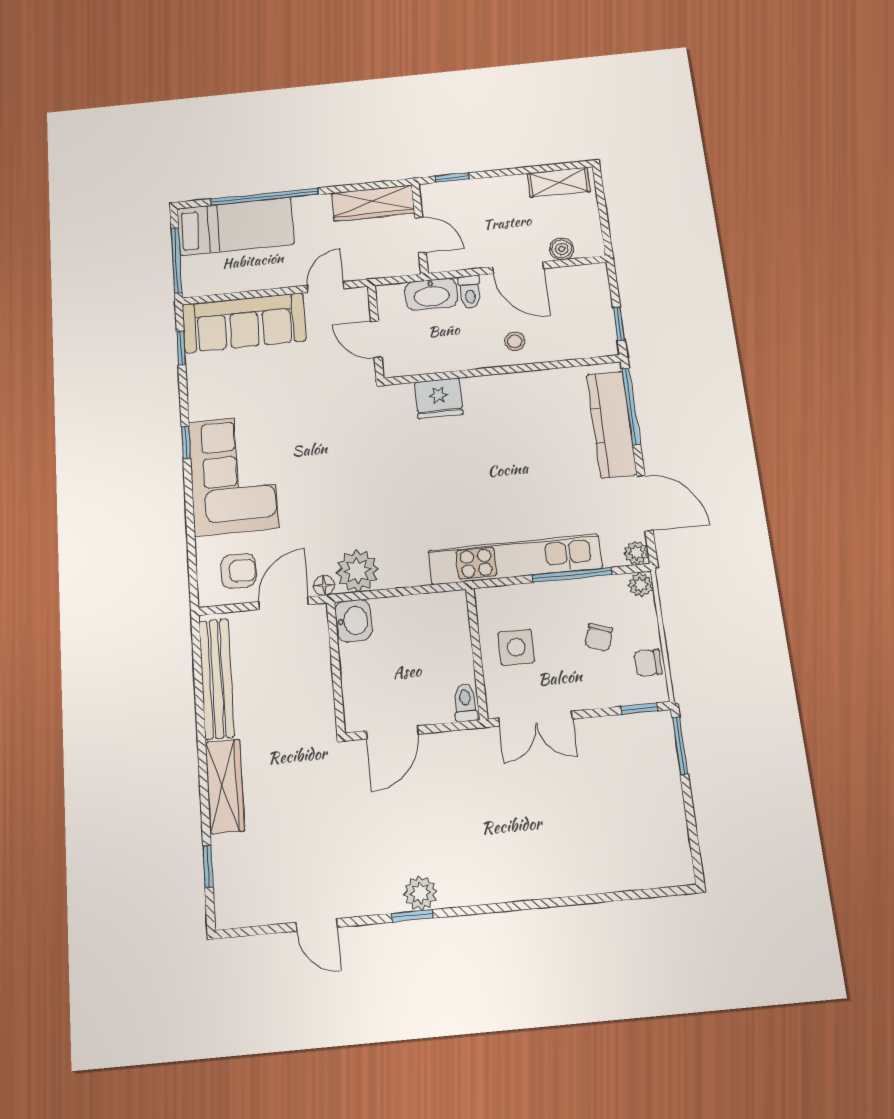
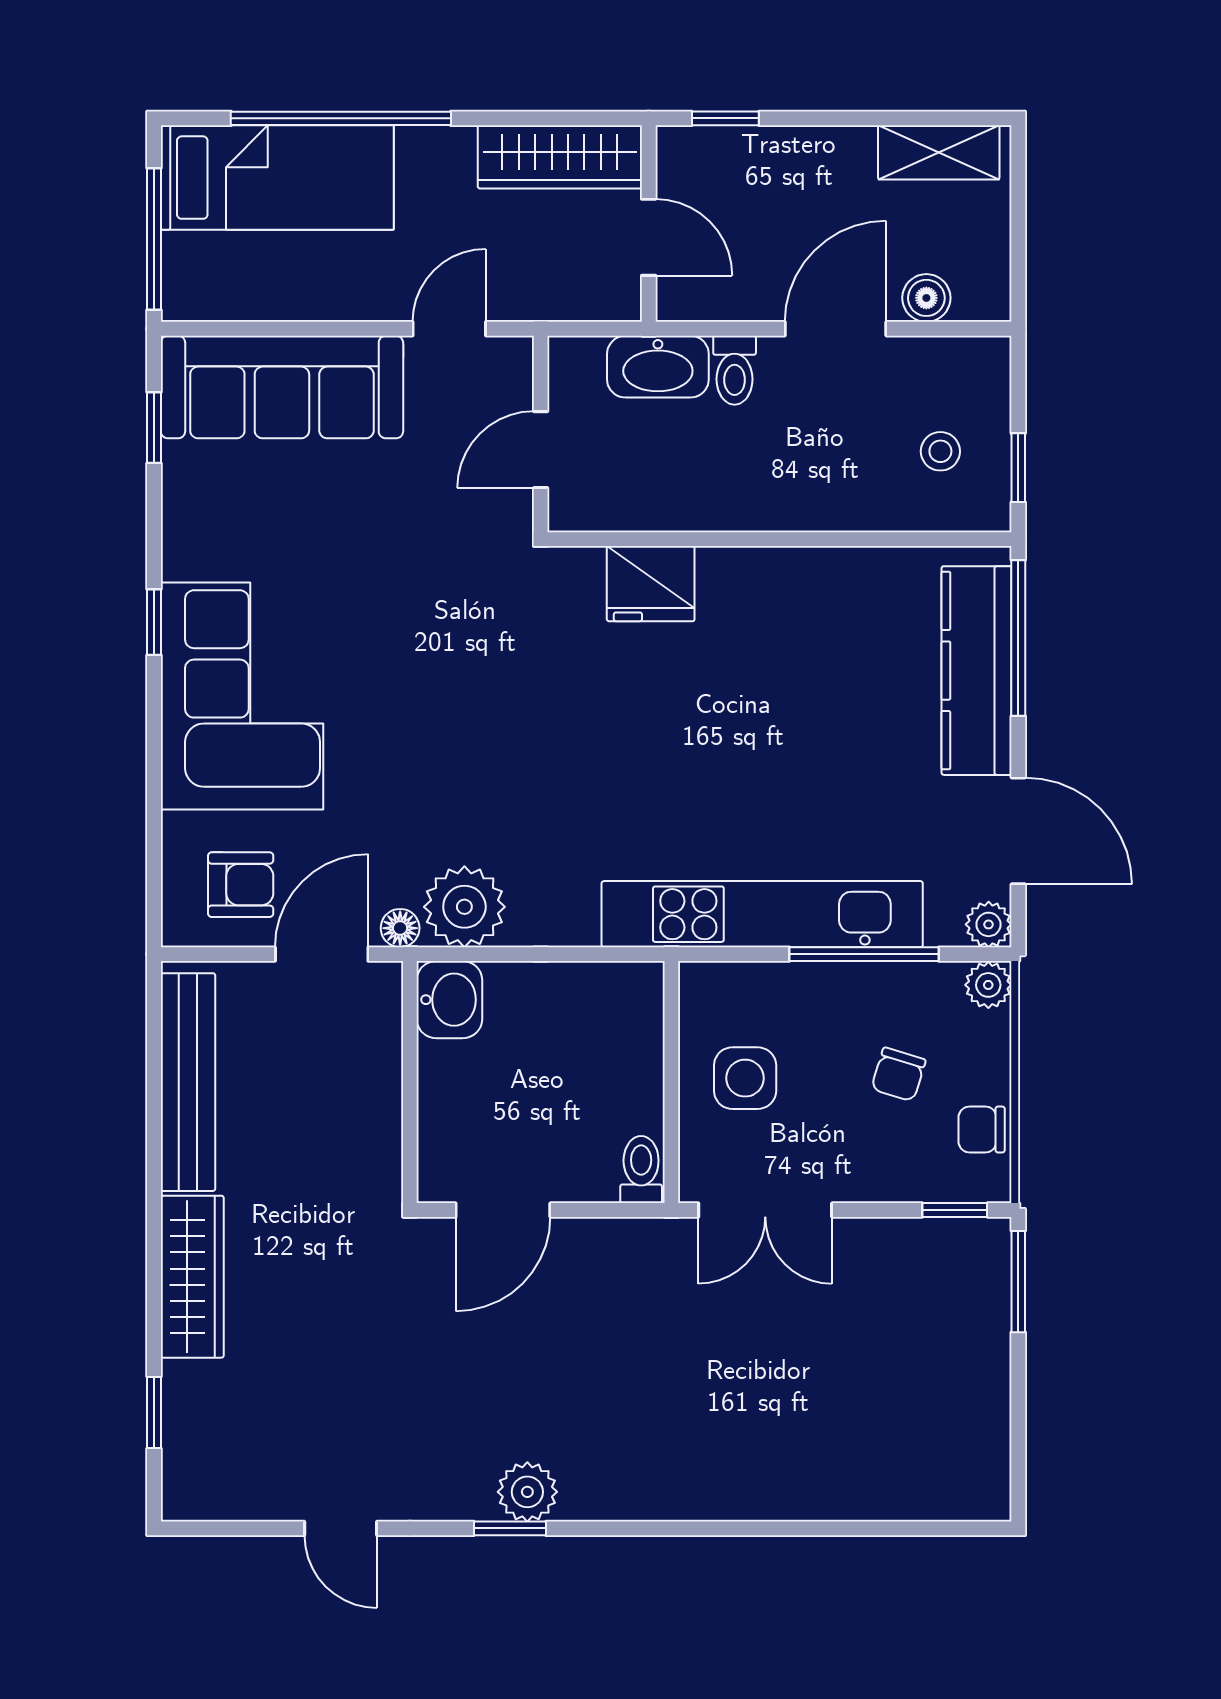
door: (518, 268) -> (836, 329), swing flipped
door: (376, 339) -> (541, 450), hinge flipped
stool: (515, 341) -> (940, 451), moved

